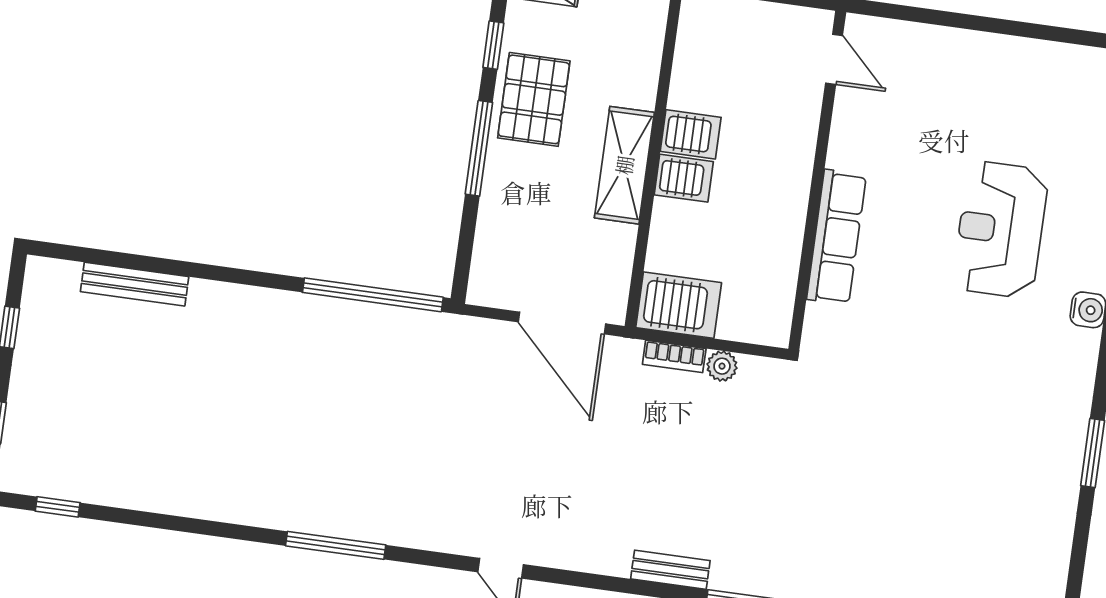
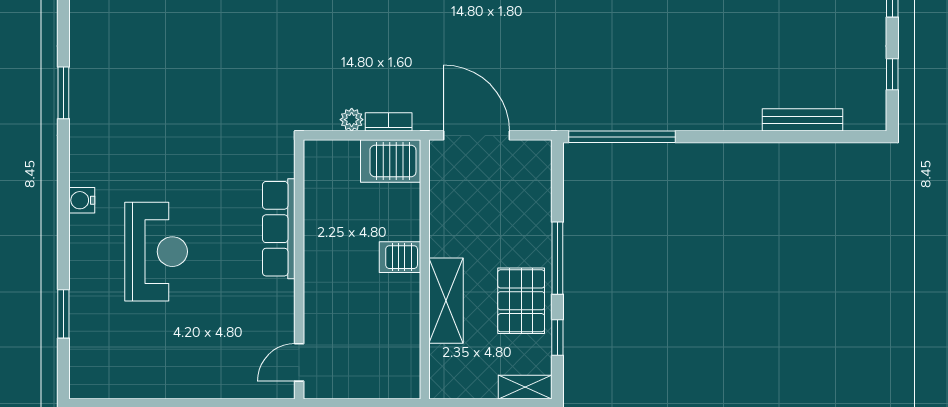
door: (834, 59) -> (299, 362), hinge flipped
server rack: (691, 134) -> (399, 291), removed
shelving: (624, 165) -> (446, 301), moved

